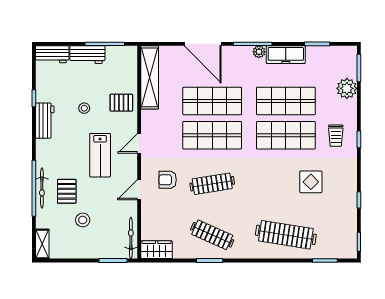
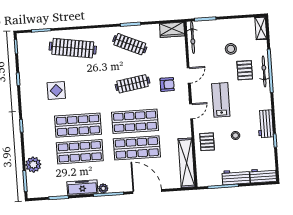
pallet: (121, 103) -> (207, 142), turned 90
trolley: (336, 136) -> (39, 128), removed

